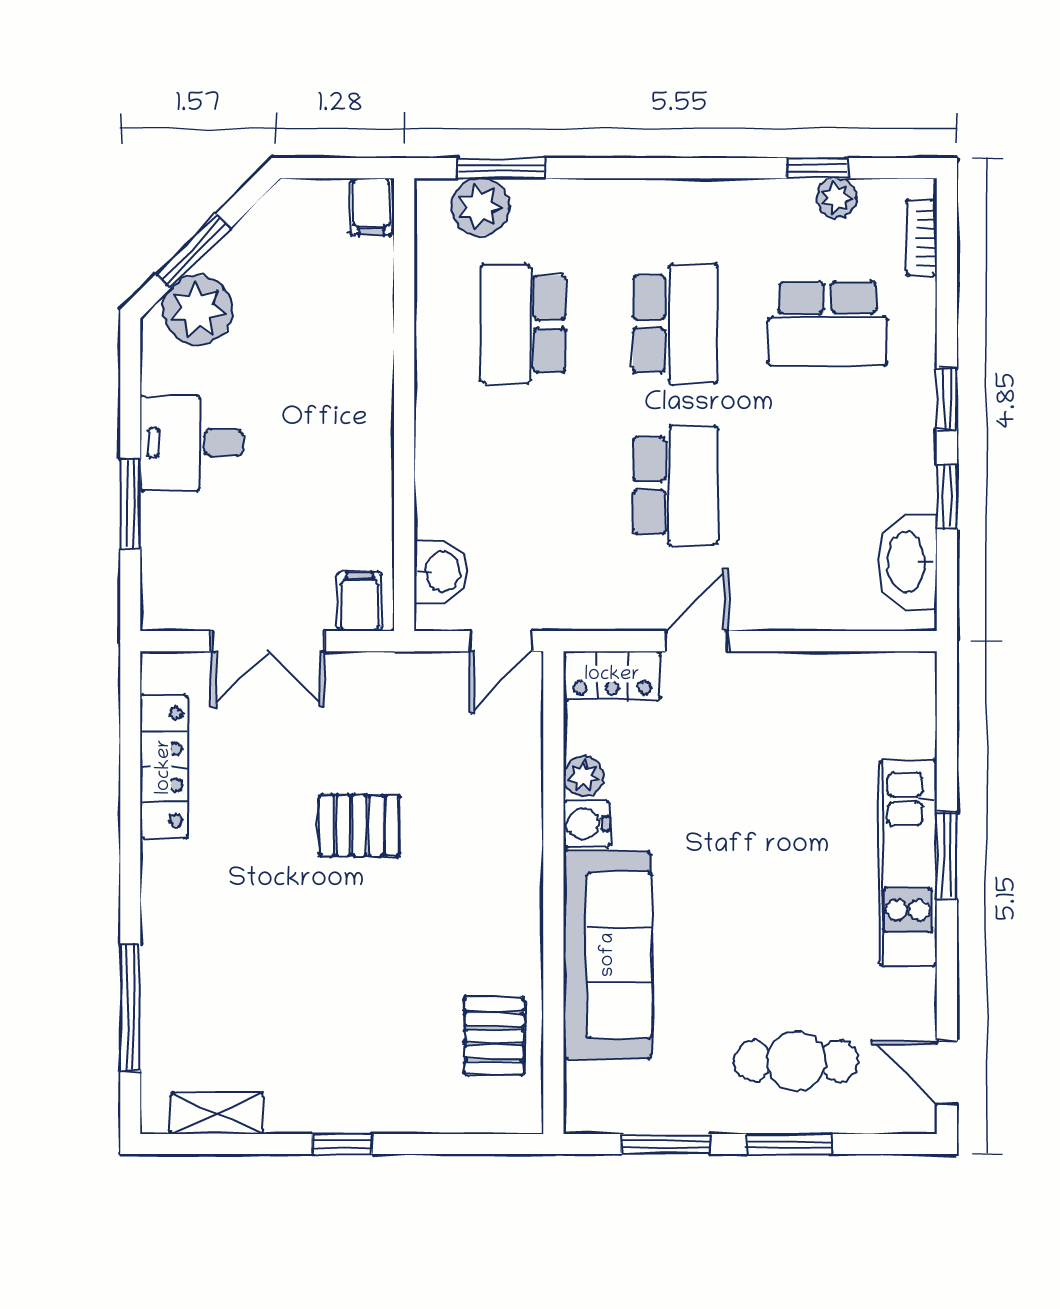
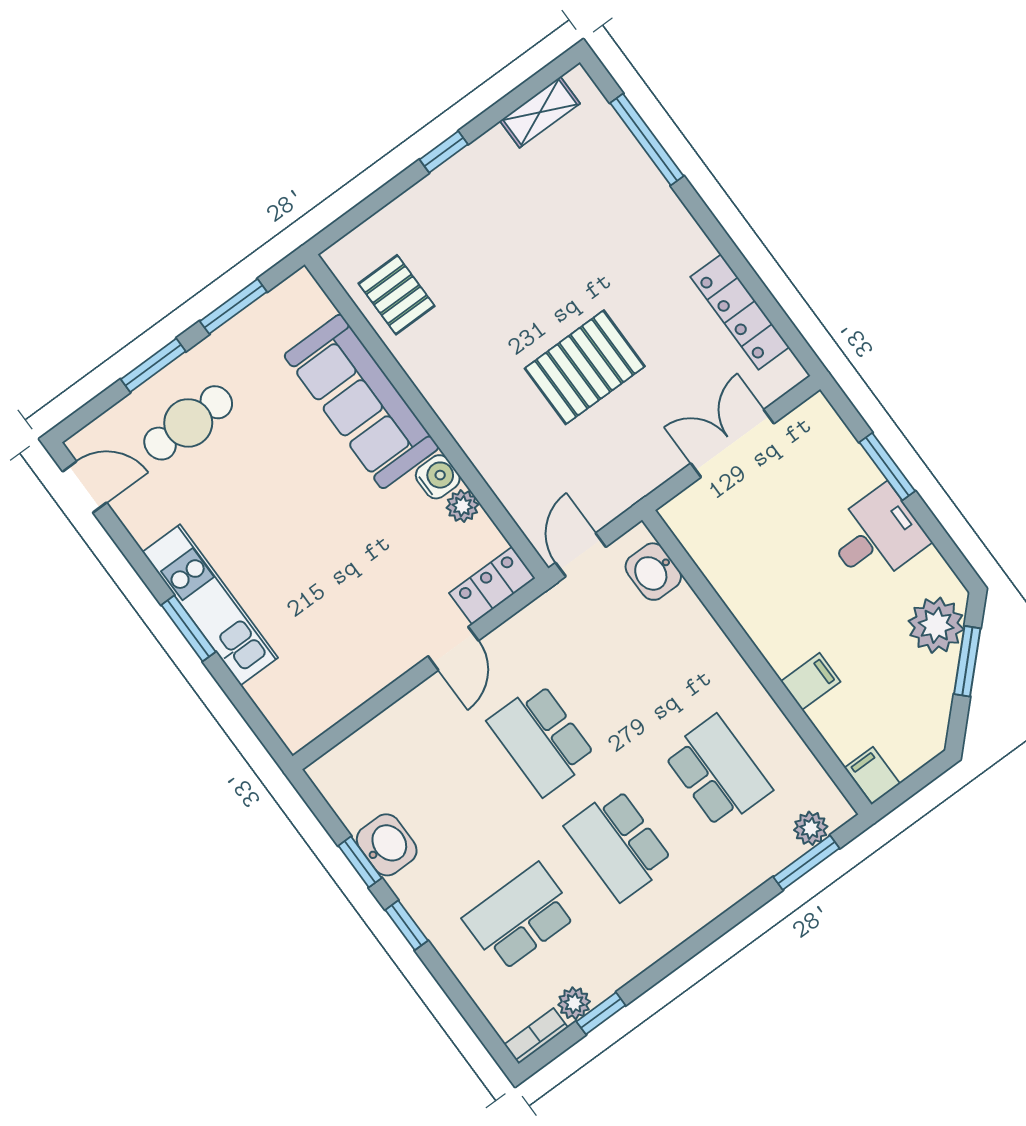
plant: (480, 207) -> (811, 828), width x0.73, depth x0.73
bookcase: (922, 238) -> (536, 1036), moved, turned -90
washbasin: (908, 562) -> (387, 845), moved, width x0.72
filing cabinet: (359, 601) -> (811, 681), moved, turned -90
pallet: (359, 825) -> (585, 367), width x1.50, depth x1.42

